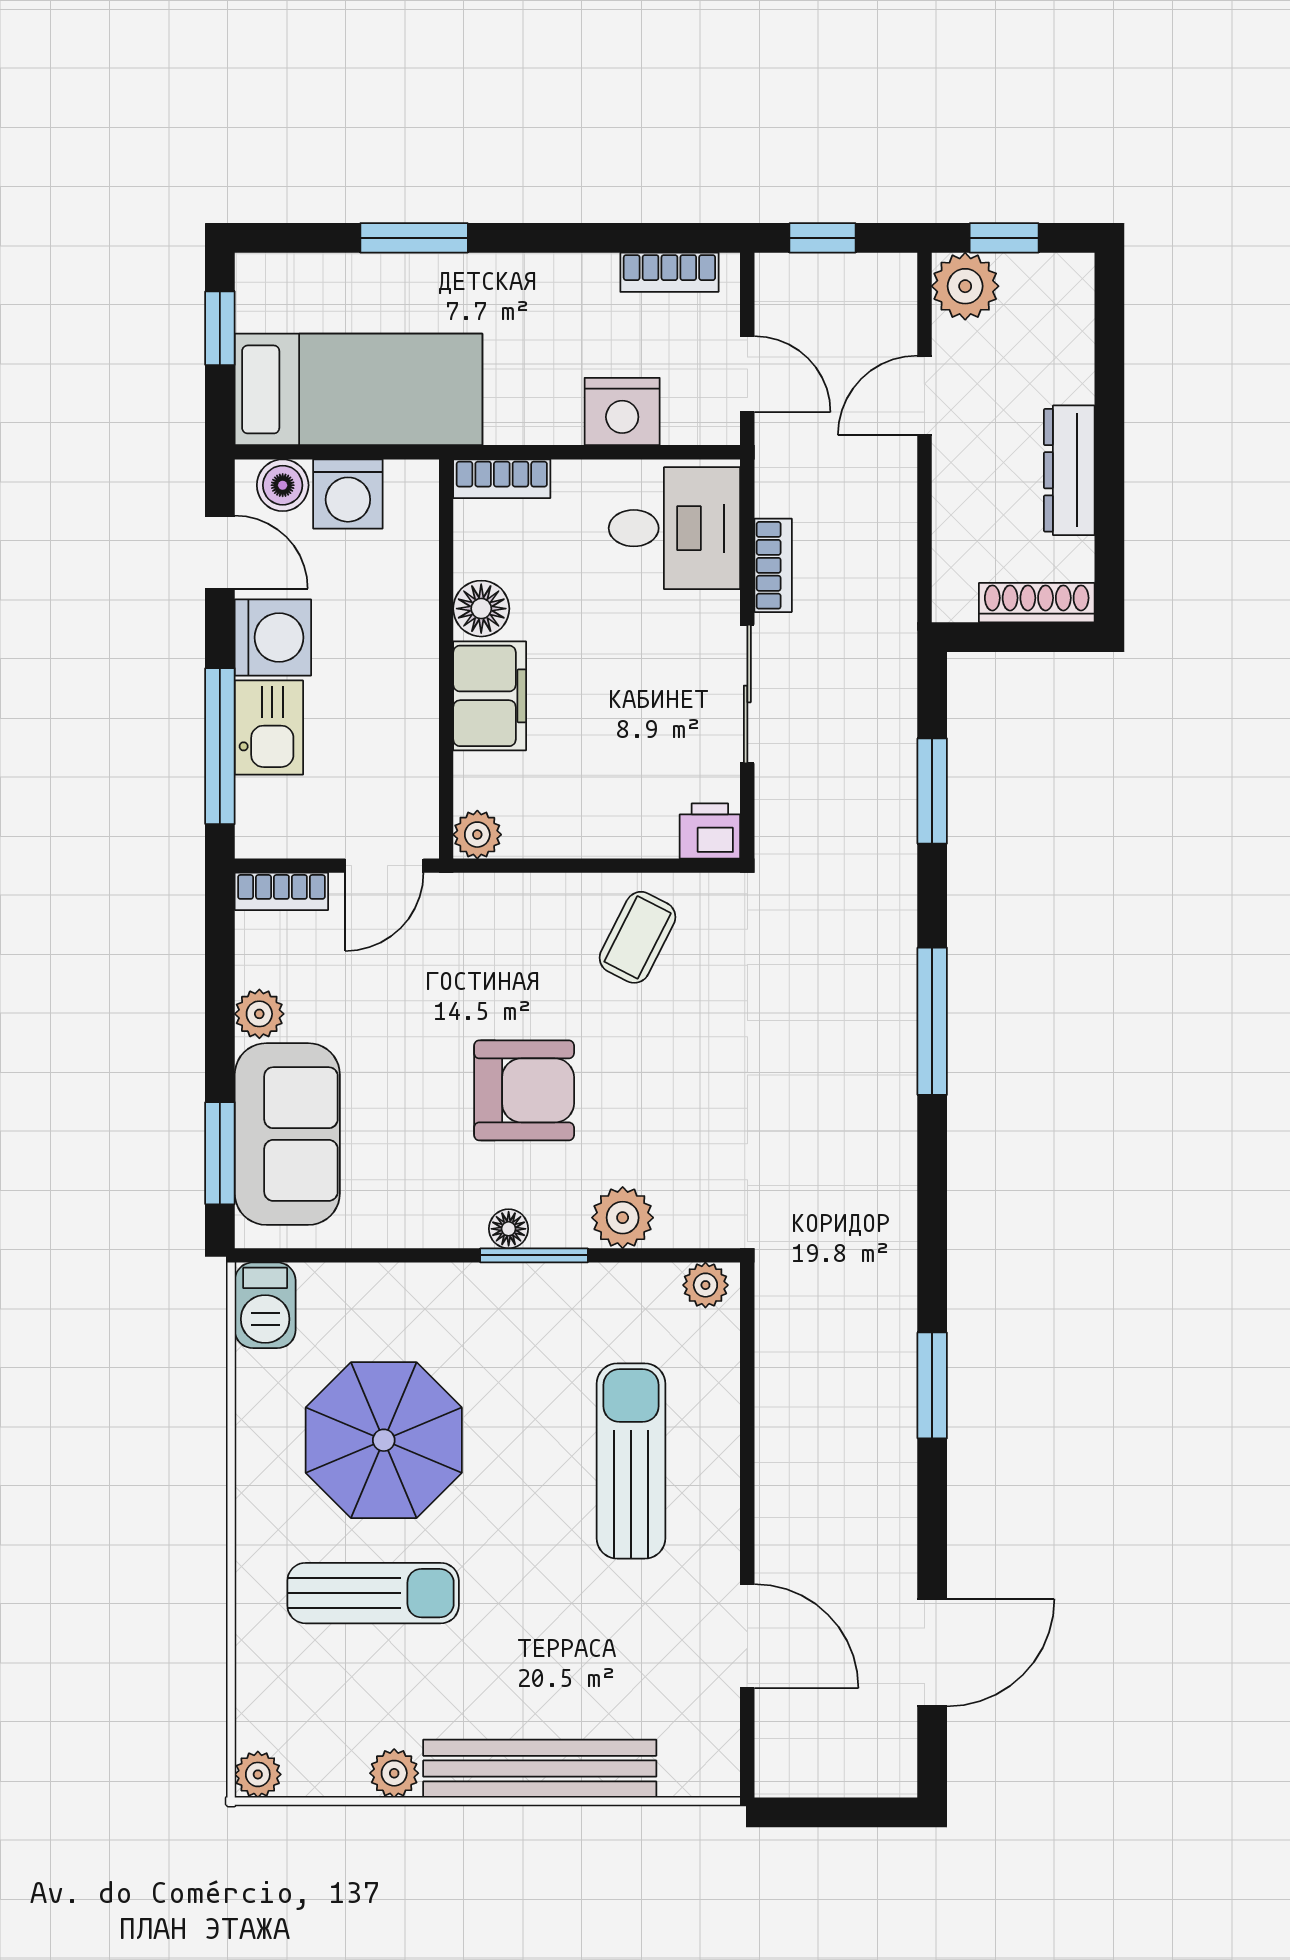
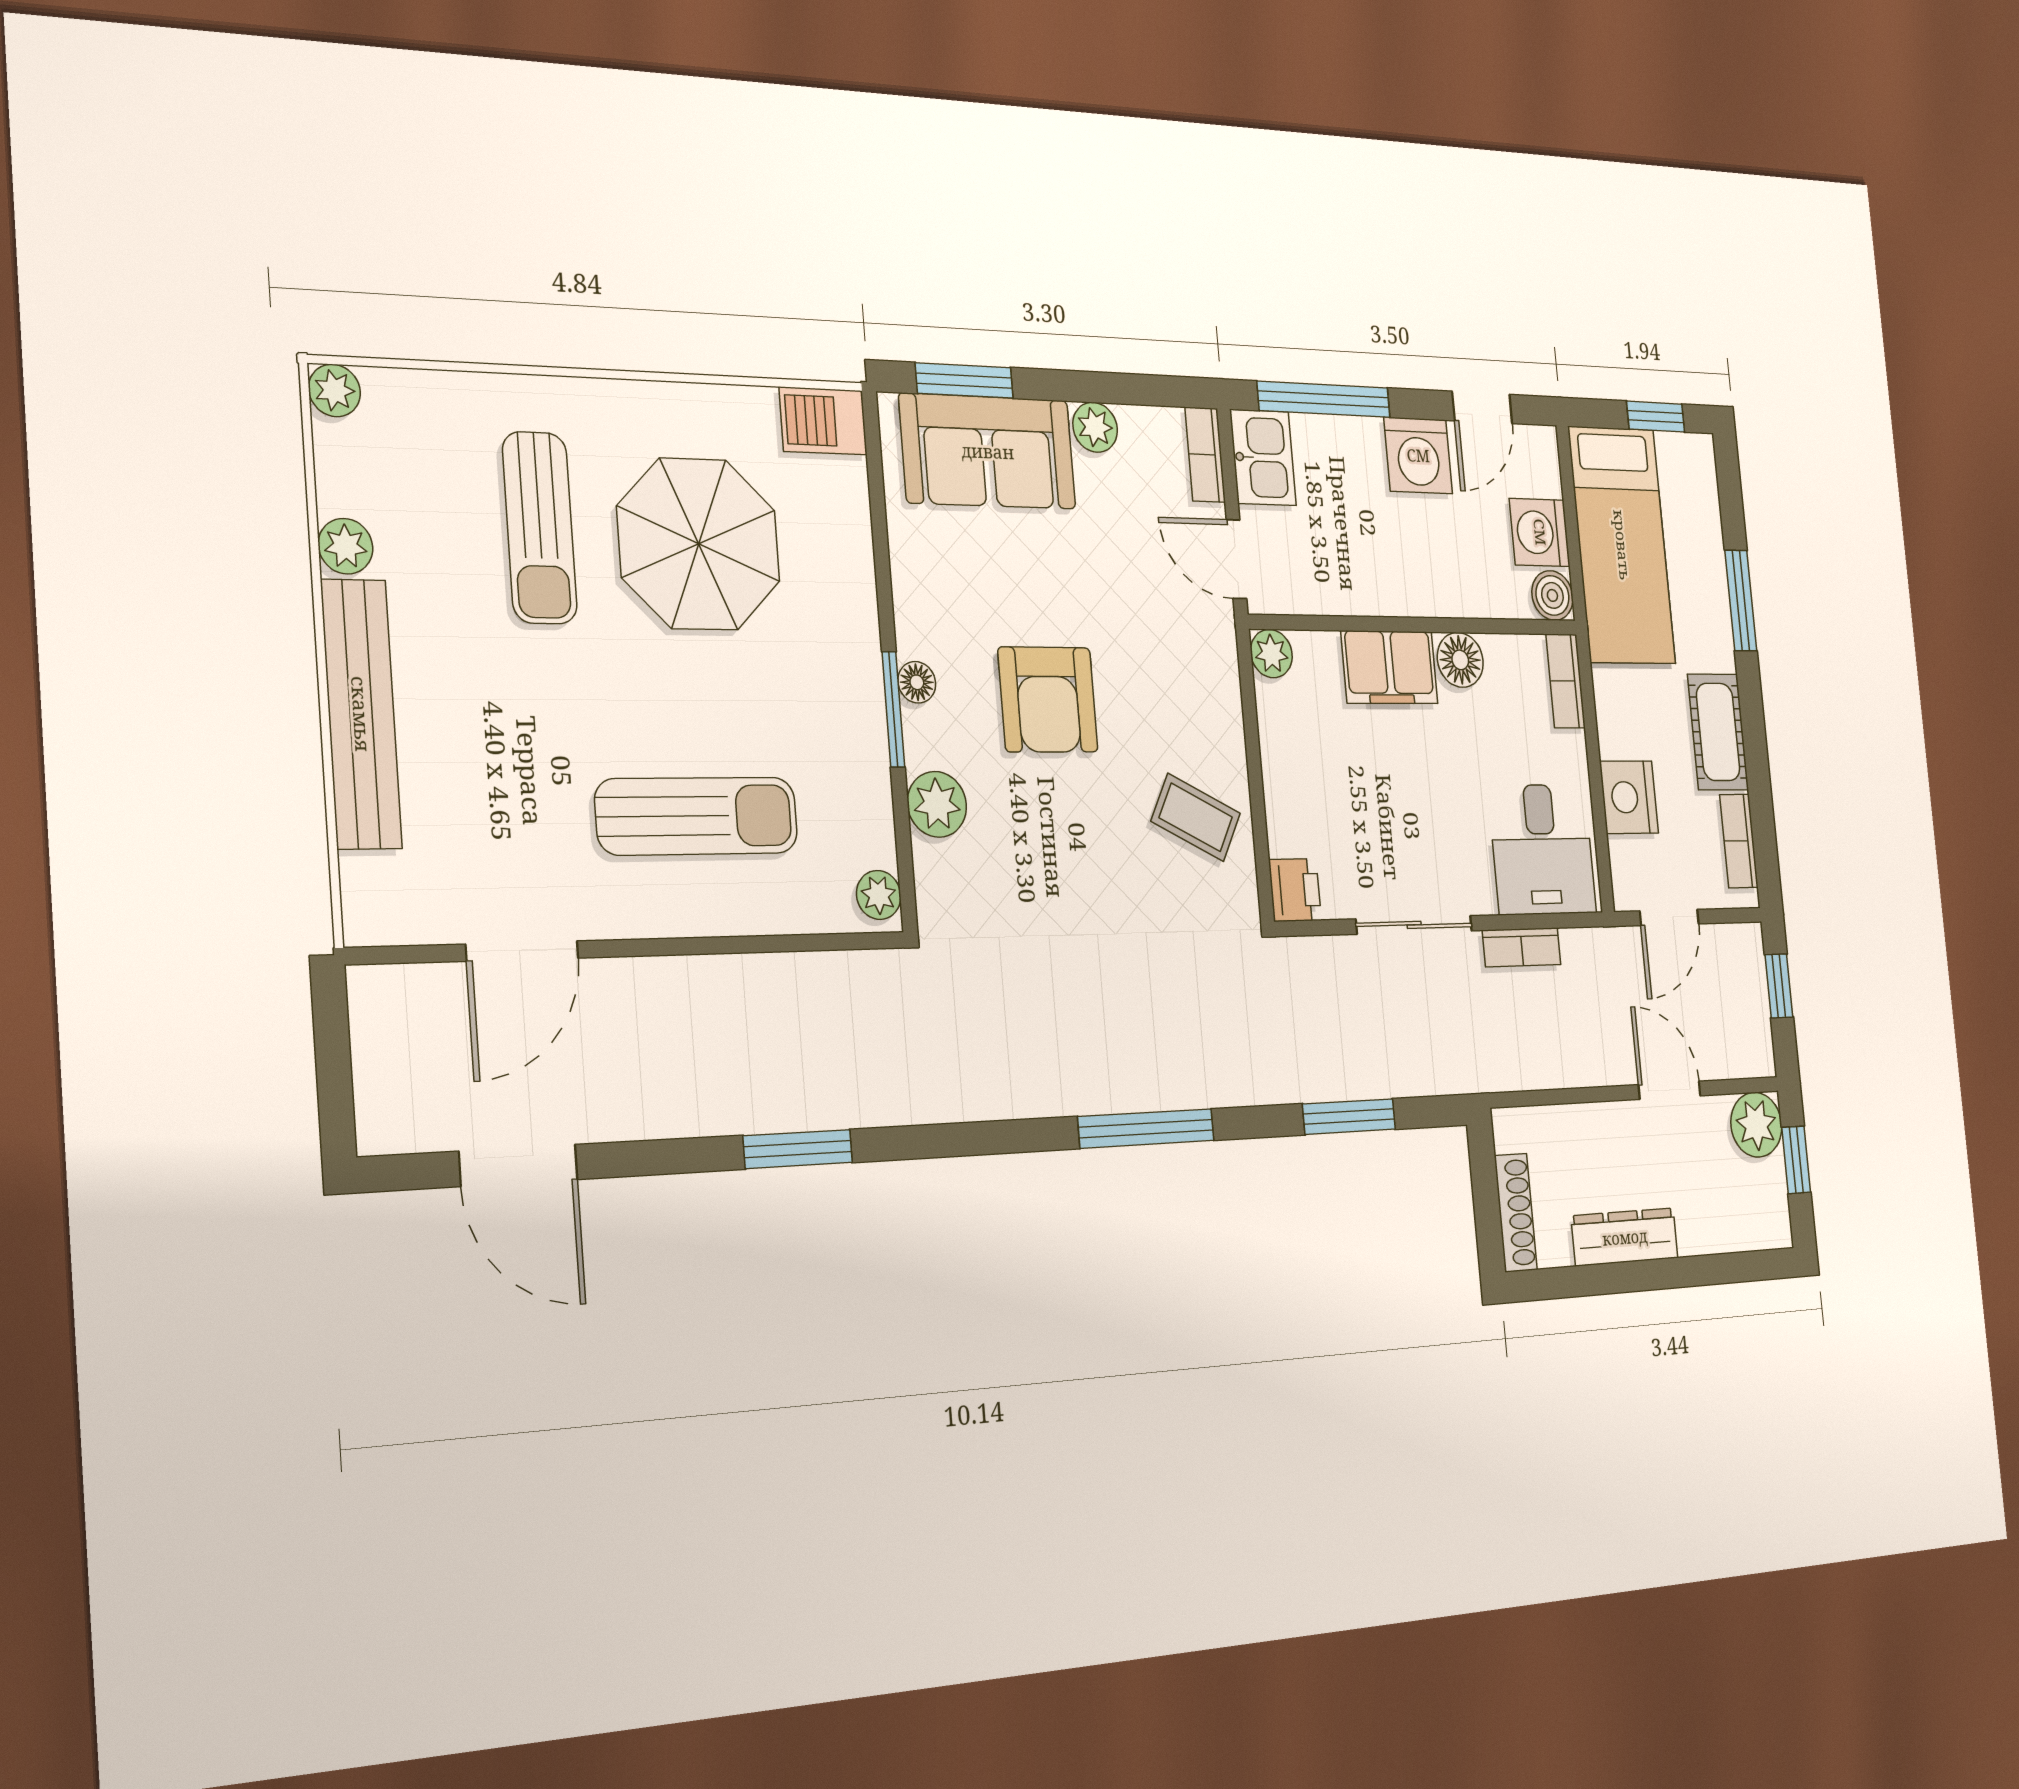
cot: (554, 286) -> (1718, 732), added
boiler: (283, 485) -> (1552, 595), moved
kitchen sink: (269, 728) -> (1263, 457), moved, turned -90

